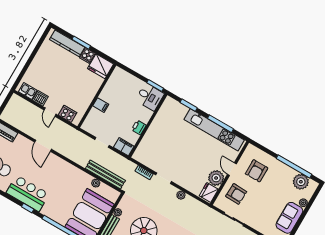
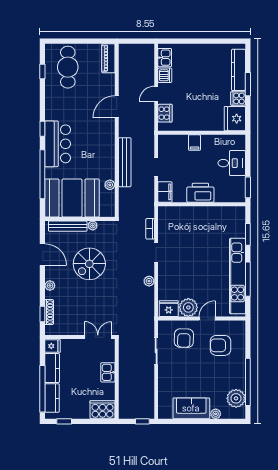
desk: (150, 97) -> (232, 163), moved, turned -90
printer: (139, 127) -> (200, 193), width x1.87, depth x1.48
bench: (105, 174) -> (125, 162), moved
bar counter: (28, 193) -> (58, 144), moved

